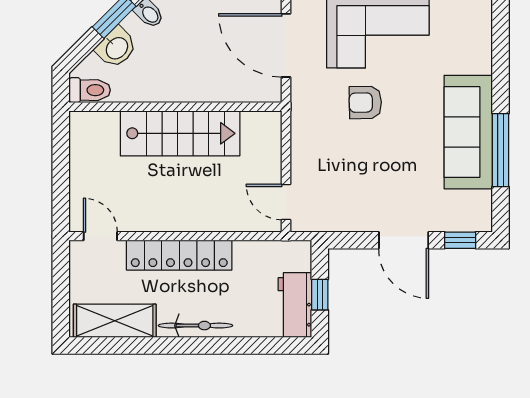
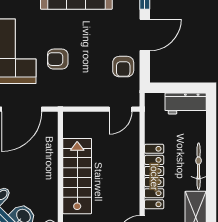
armchair: (365, 102) -> (58, 59), turned 91
armchair: (353, 206) -> (123, 67), added
window: (320, 295) -> (179, 88), removed

